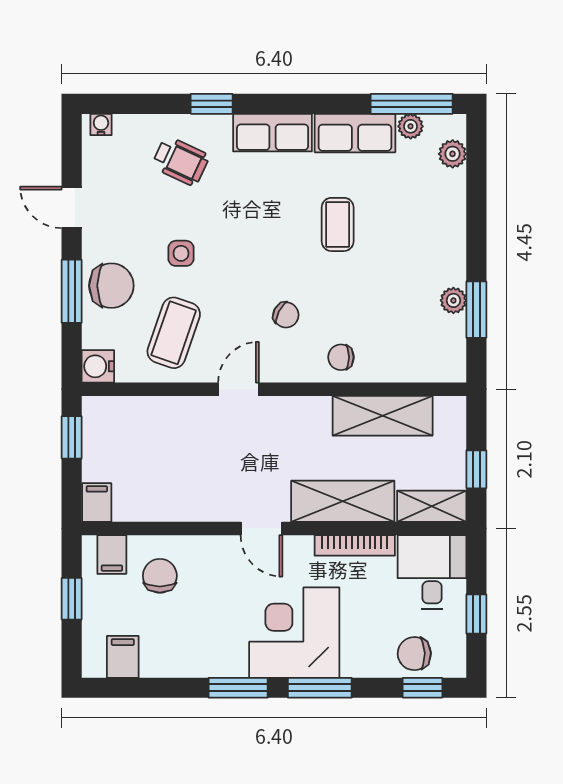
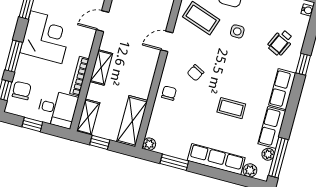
row of seats: (448, 228) -> (216, 159), added
plant: (453, 300) -> (149, 144), moved
door: (238, 389) -> (167, 41), swing flipped
shelving: (383, 416) -> (132, 121), moved
shelving: (343, 501) -> (101, 67), width x0.67, depth x0.75
door: (261, 528) -> (103, 21), moved
window: (320, 688) -> (14, 56), moved

